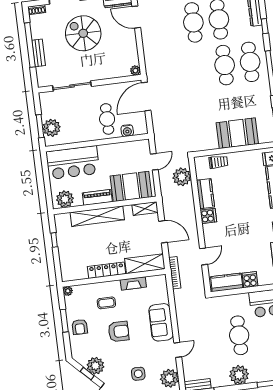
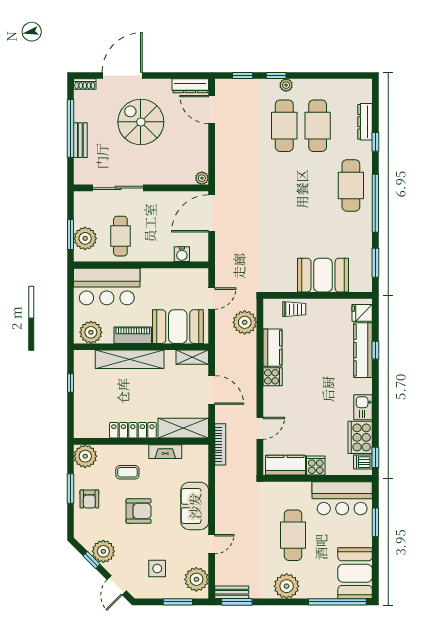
cafe table: (225, 65) -> (318, 185), removed
cafe table: (107, 119) -> (120, 236), moved
plant: (68, 291) -> (85, 456), width x1.87, depth x1.87

